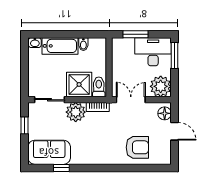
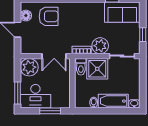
floor lamp: (165, 113) -> (26, 16), moved
armchair: (137, 147) -> (49, 16), turned 180

